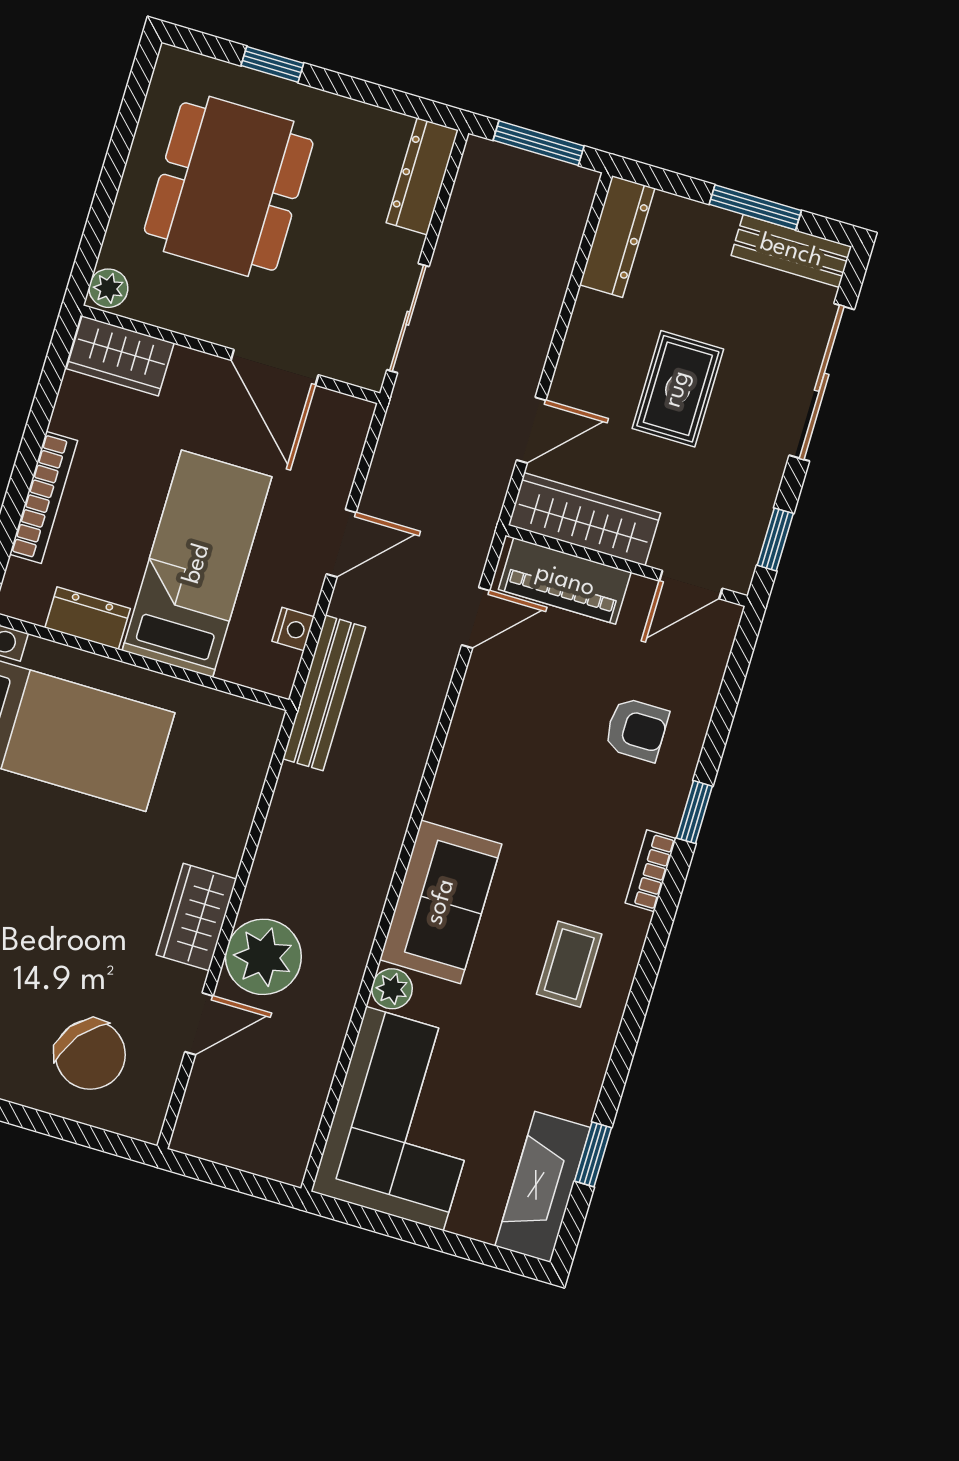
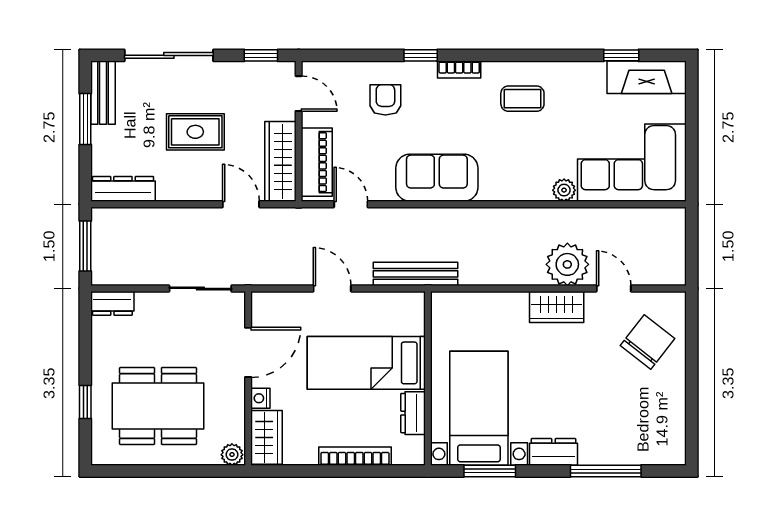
dresser: (422, 176) -> (112, 303), width x0.70
nightstand: (293, 629) -> (260, 398), moved, turned -90
sofa: (441, 902) -> (437, 178), moved

